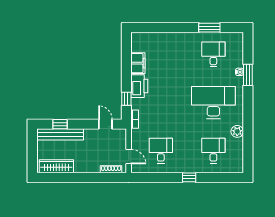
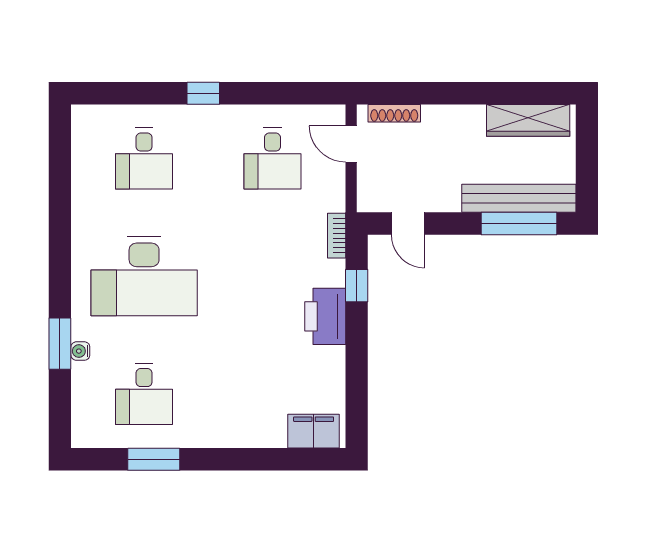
filing cabinet: (138, 63) -> (314, 431), moved, turned 90
window: (60, 124) -> (519, 224), width x2.17
plant: (237, 131) -> (86, 206), removed

